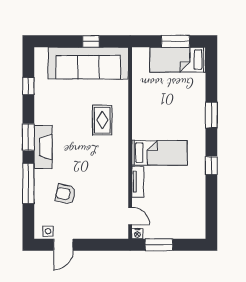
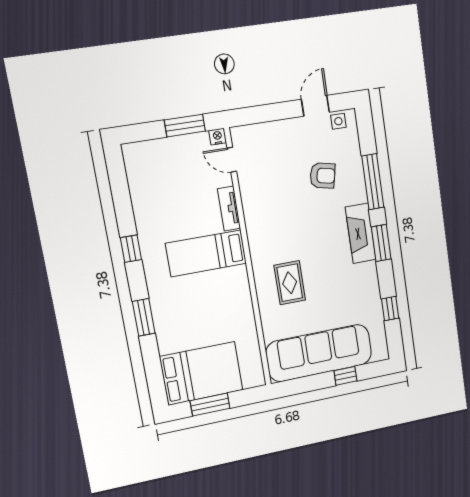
window: (91, 41) -> (345, 376), moved
bed: (178, 60) -> (201, 373), width x1.50

